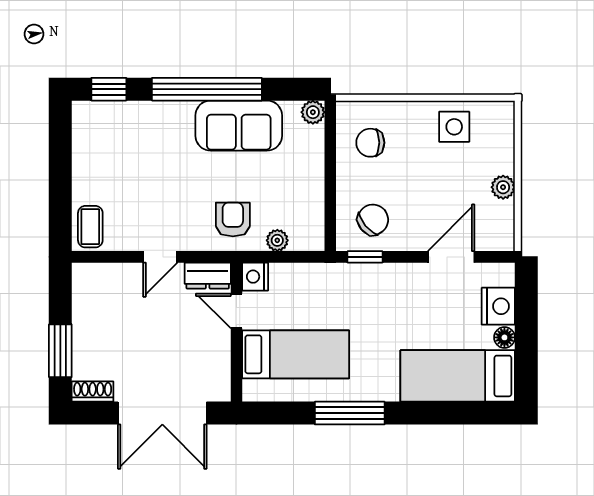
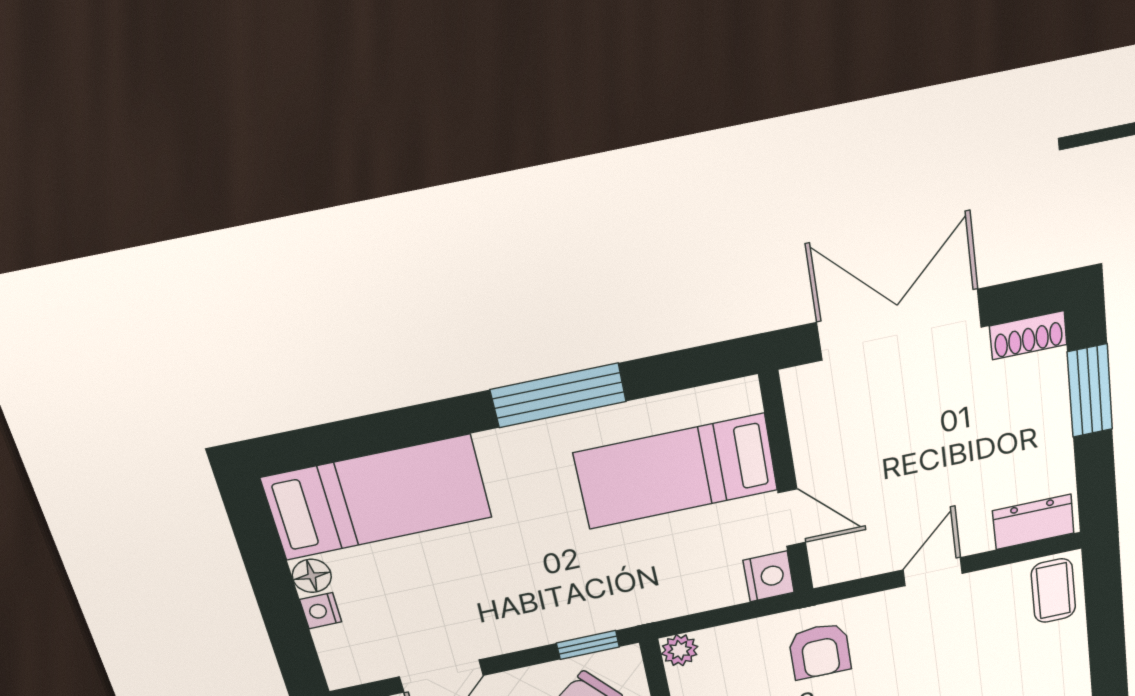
plant: (277, 240) -> (680, 650), moved
dresser: (208, 276) -> (1033, 522), moved
nightstand: (498, 306) -> (321, 611), width x0.53, depth x0.56

